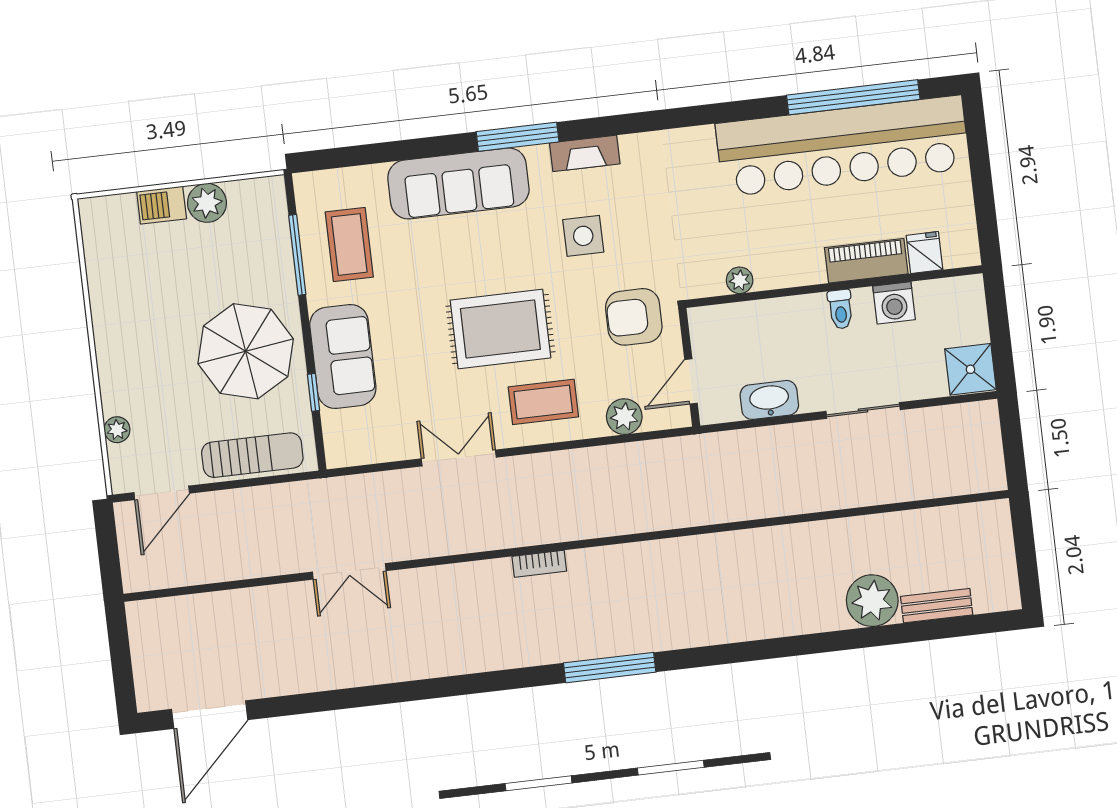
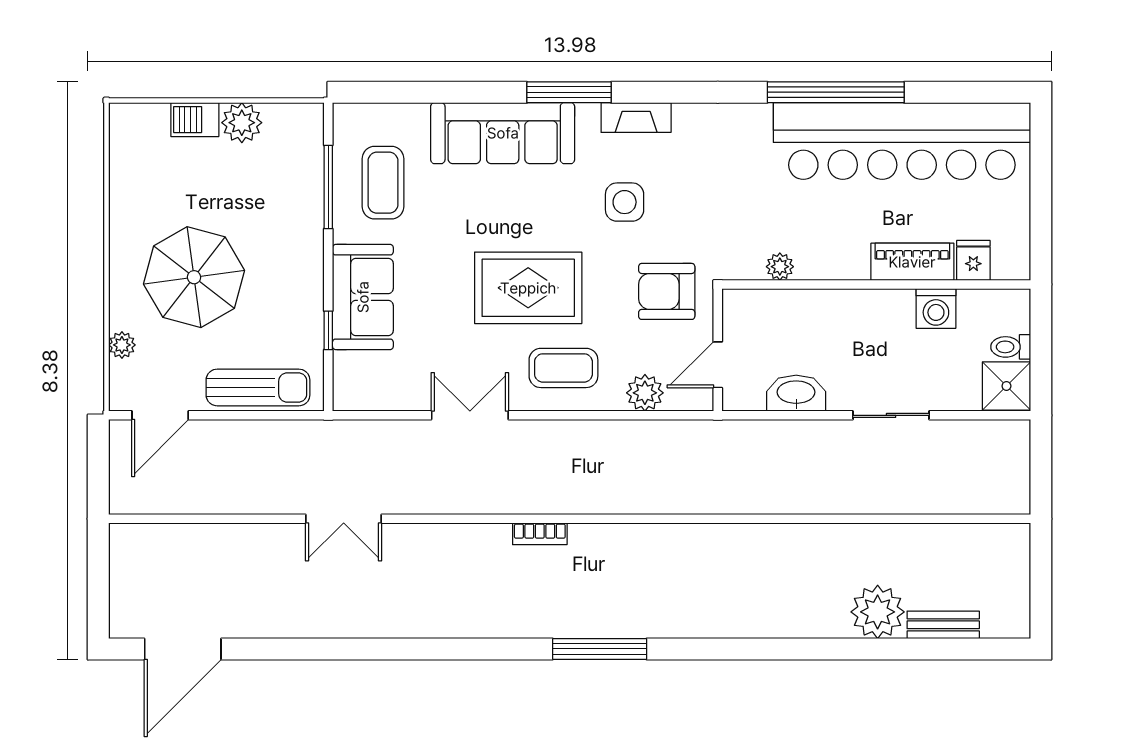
window: (853, 97) -> (836, 92), moved
toilet: (840, 309) -> (1011, 347), moved, turned 90
parasol: (246, 351) -> (194, 277), moved

